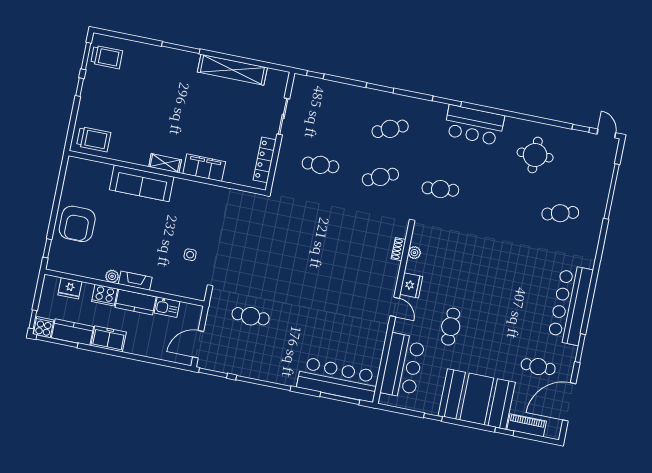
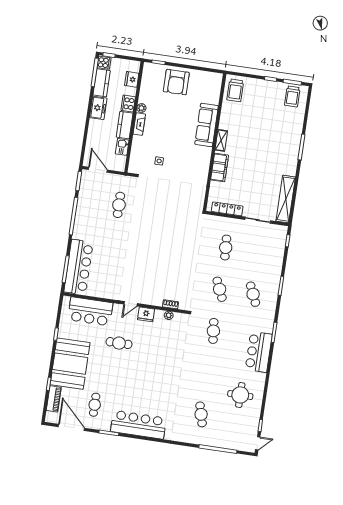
shelving: (232, 70) -> (286, 199), moved
armchair: (77, 224) -> (176, 82), turned -90

